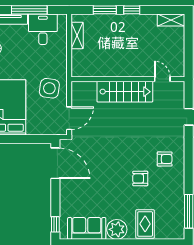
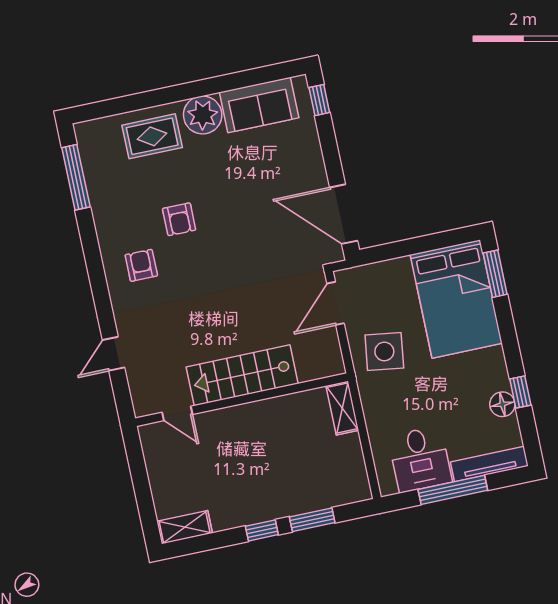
shelving: (77, 35) -> (342, 408), moved
armchair: (165, 159) -> (141, 265), turned 90
armchair: (140, 178) -> (179, 219), turned 90
rug: (145, 224) -> (152, 136), turned 90

